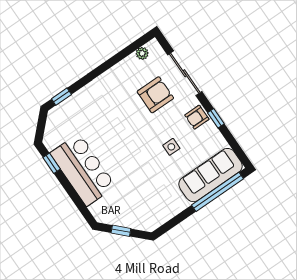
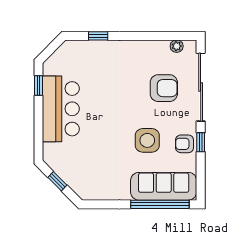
sliding door: (185, 73) -> (201, 87), width x1.36
window: (61, 97) -> (98, 36), moved
armchair: (197, 117) -> (185, 144), moved
side table: (171, 147) -> (147, 140), width x1.87, depth x1.87

